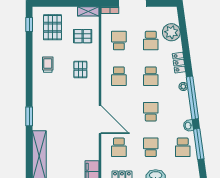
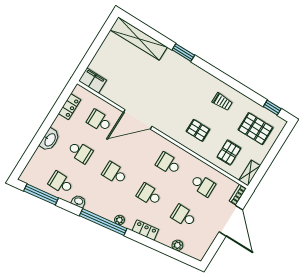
plant: (171, 32) -> (177, 245), width x0.53, depth x0.53
school desk: (151, 112) -> (115, 173), turned 180
window: (199, 144) -> (41, 194), moved

